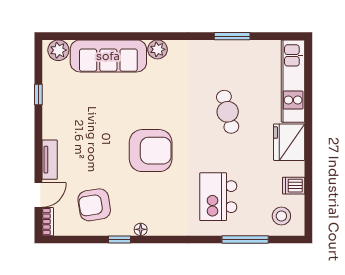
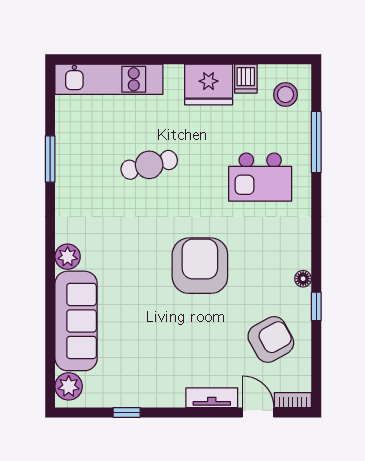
fridge: (289, 142) -> (209, 84), moved
armchair: (94, 205) -> (271, 339), turned -110

